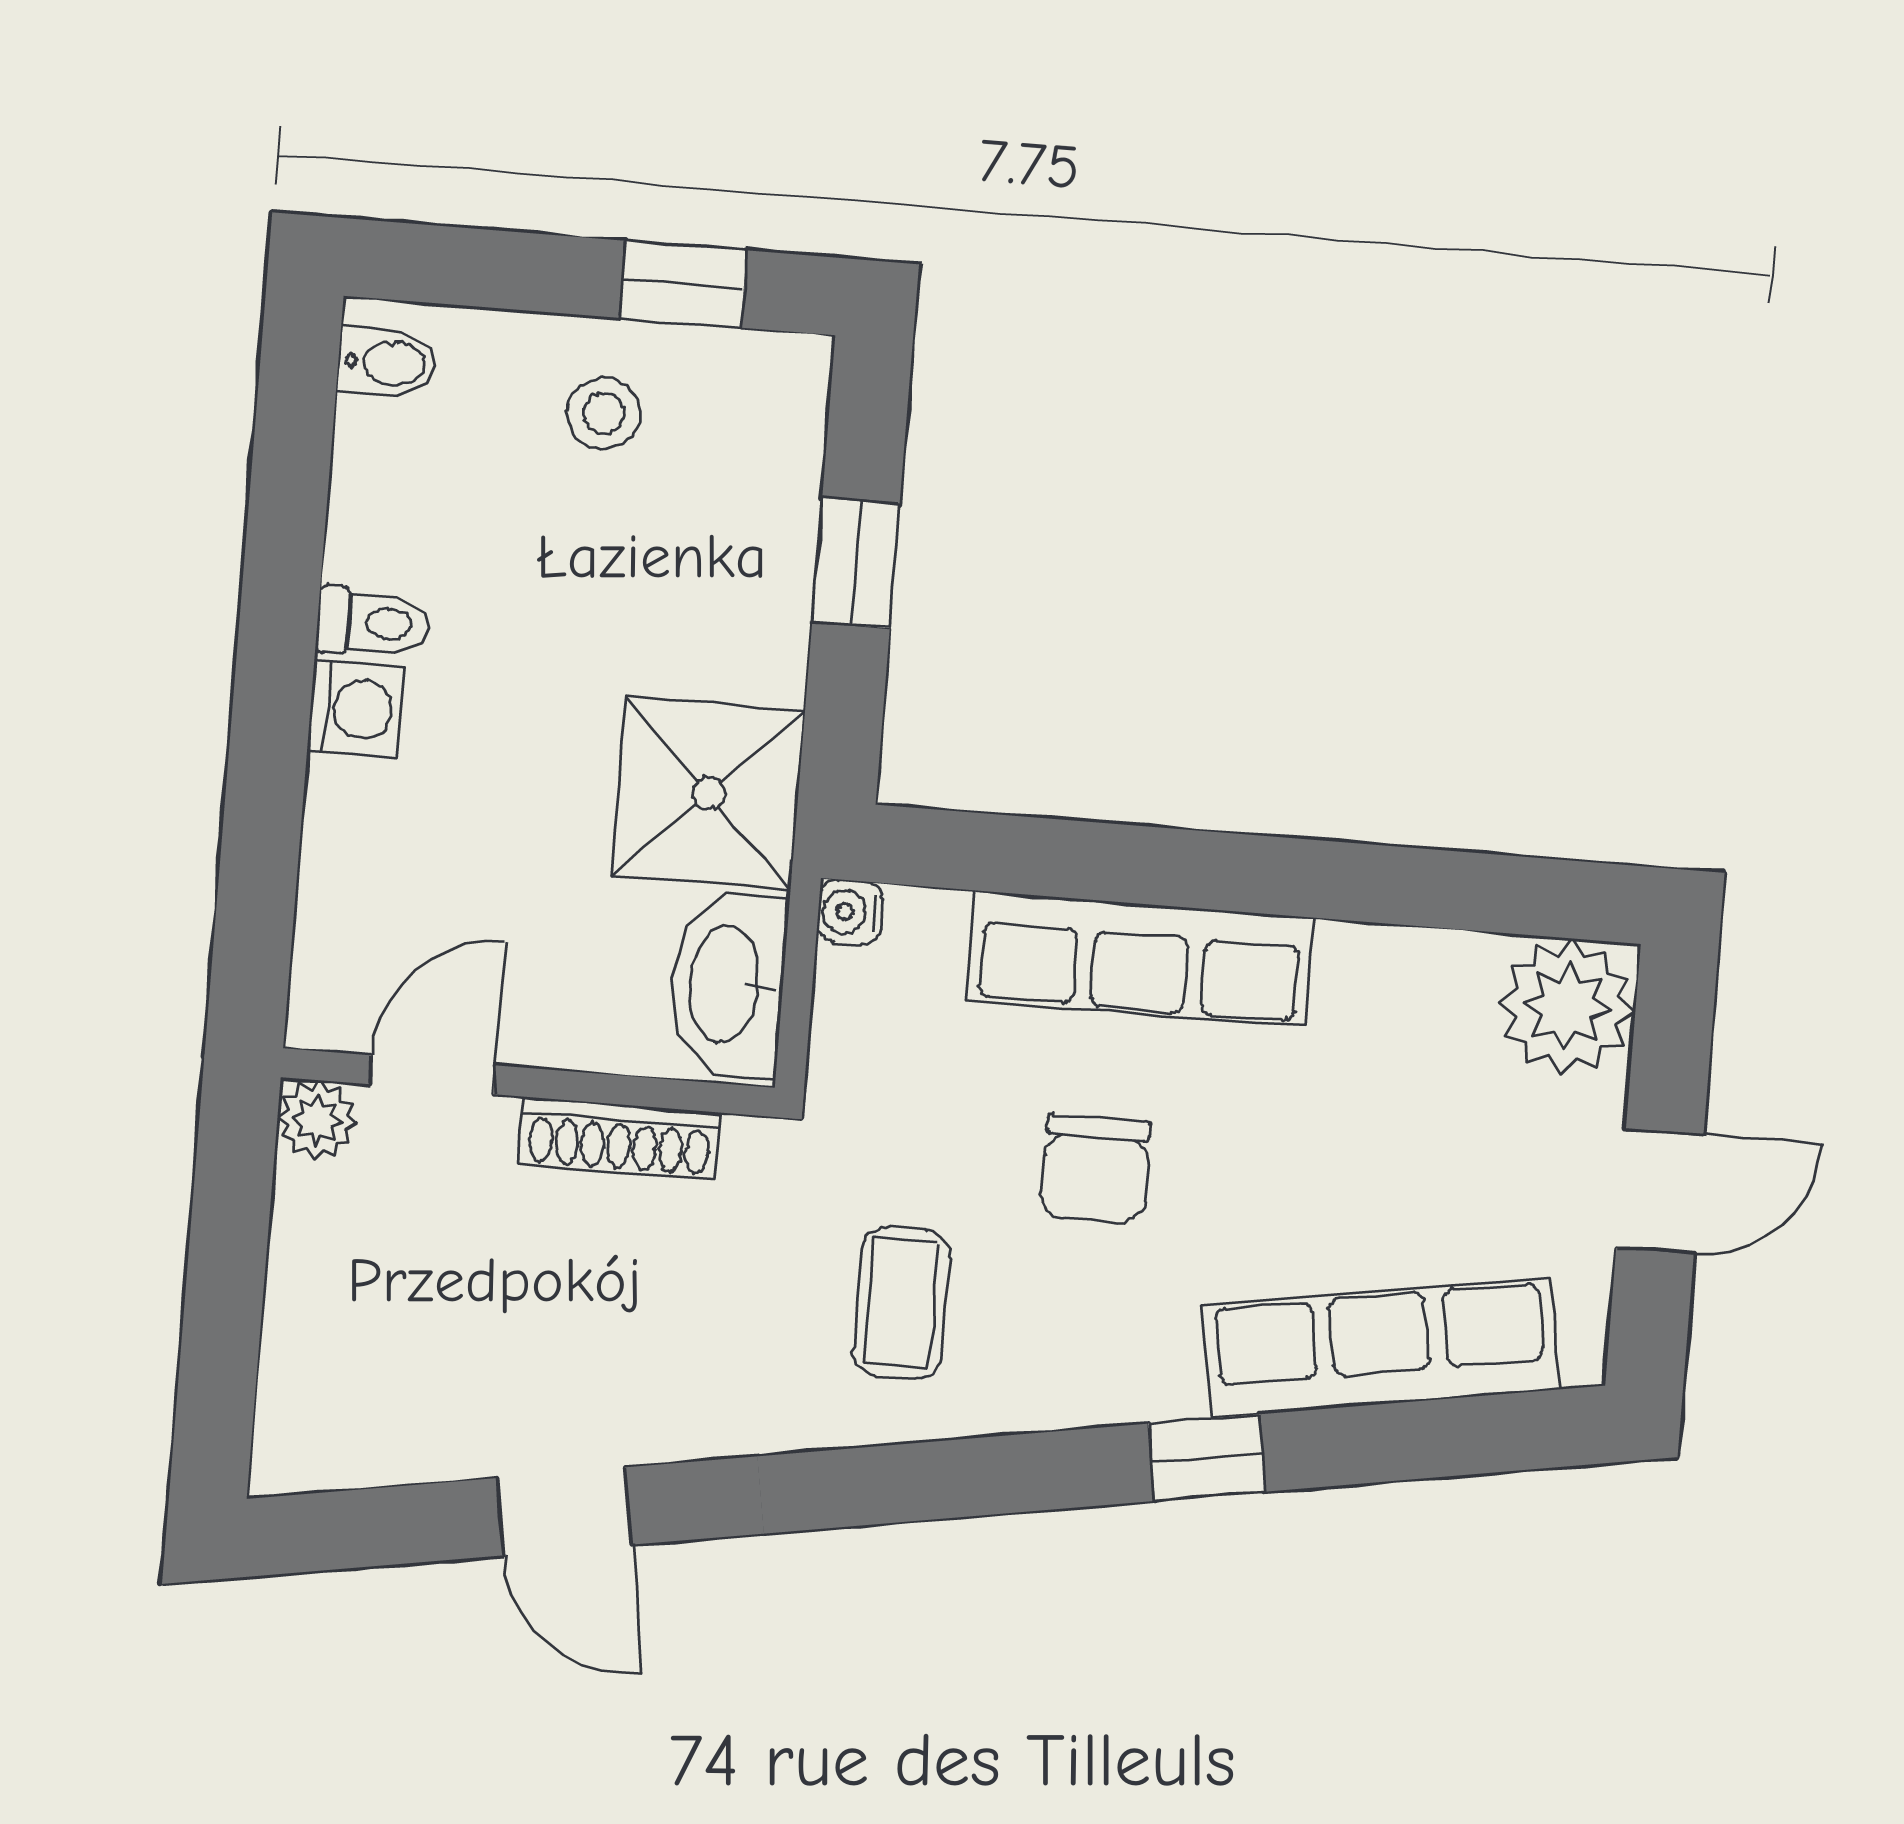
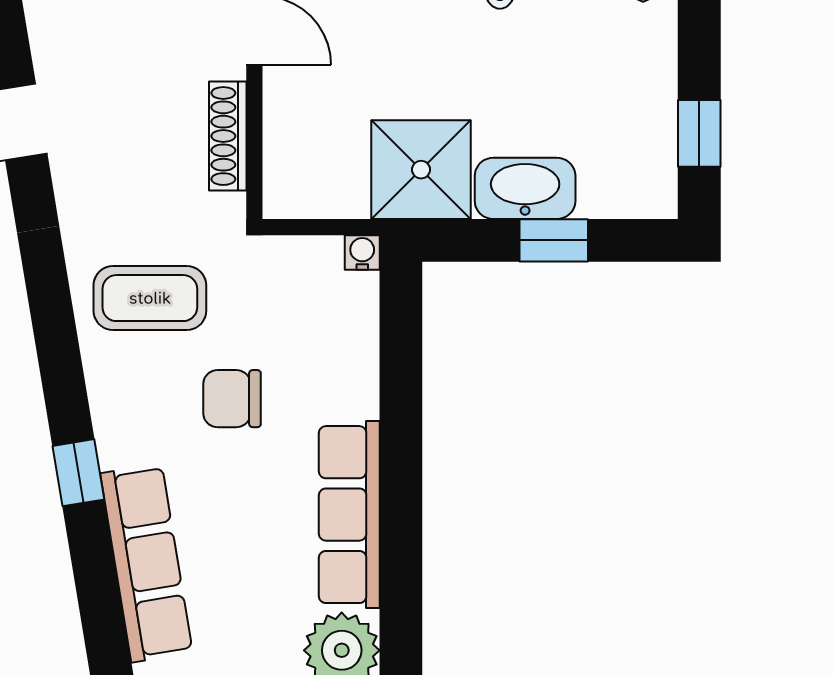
stool: (604, 413) -> (625, 95), removed
row of seats: (1140, 959) -> (349, 515), moved
washbasin: (727, 984) -> (525, 188), moved
coffee table: (901, 1303) -> (150, 298), width x1.36, depth x1.30

